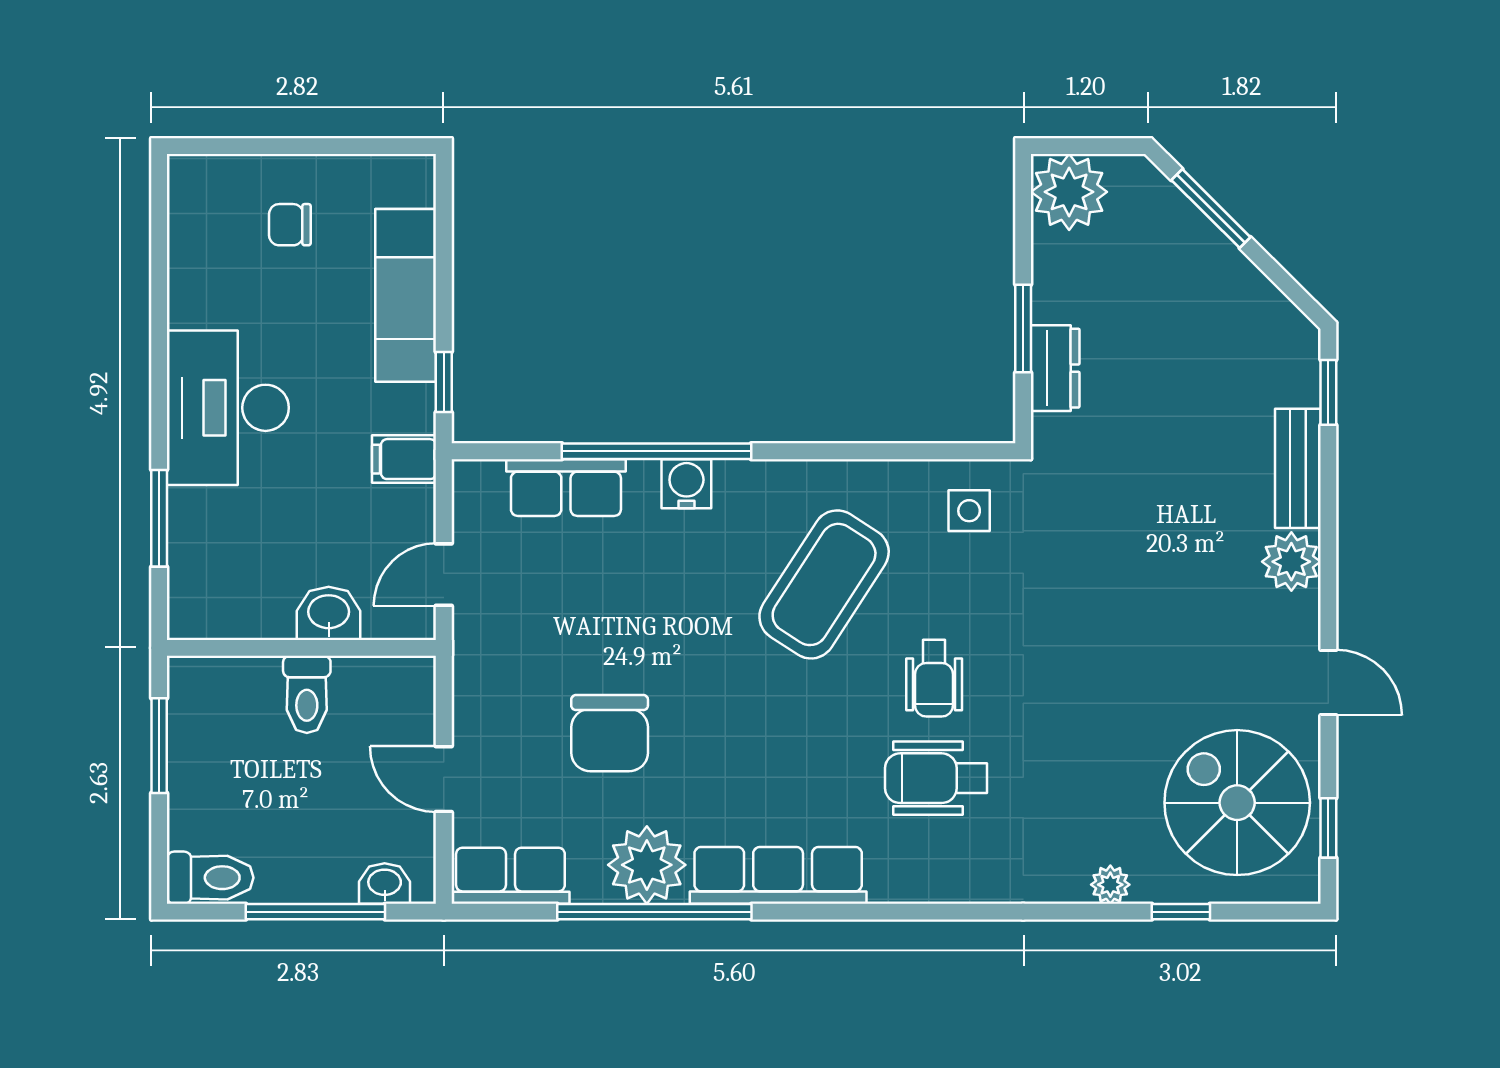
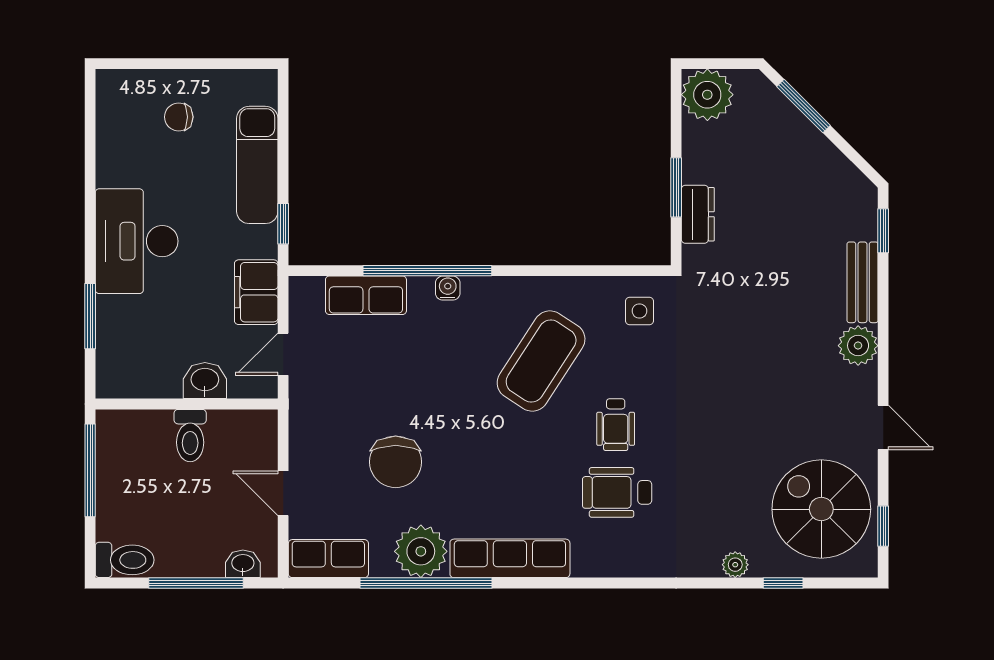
filing cabinet: (404, 459) -> (256, 292), width x2.00
water cooler: (686, 484) -> (448, 288), width x0.72, depth x0.72
window: (159, 746) -> (90, 470), width x1.44

